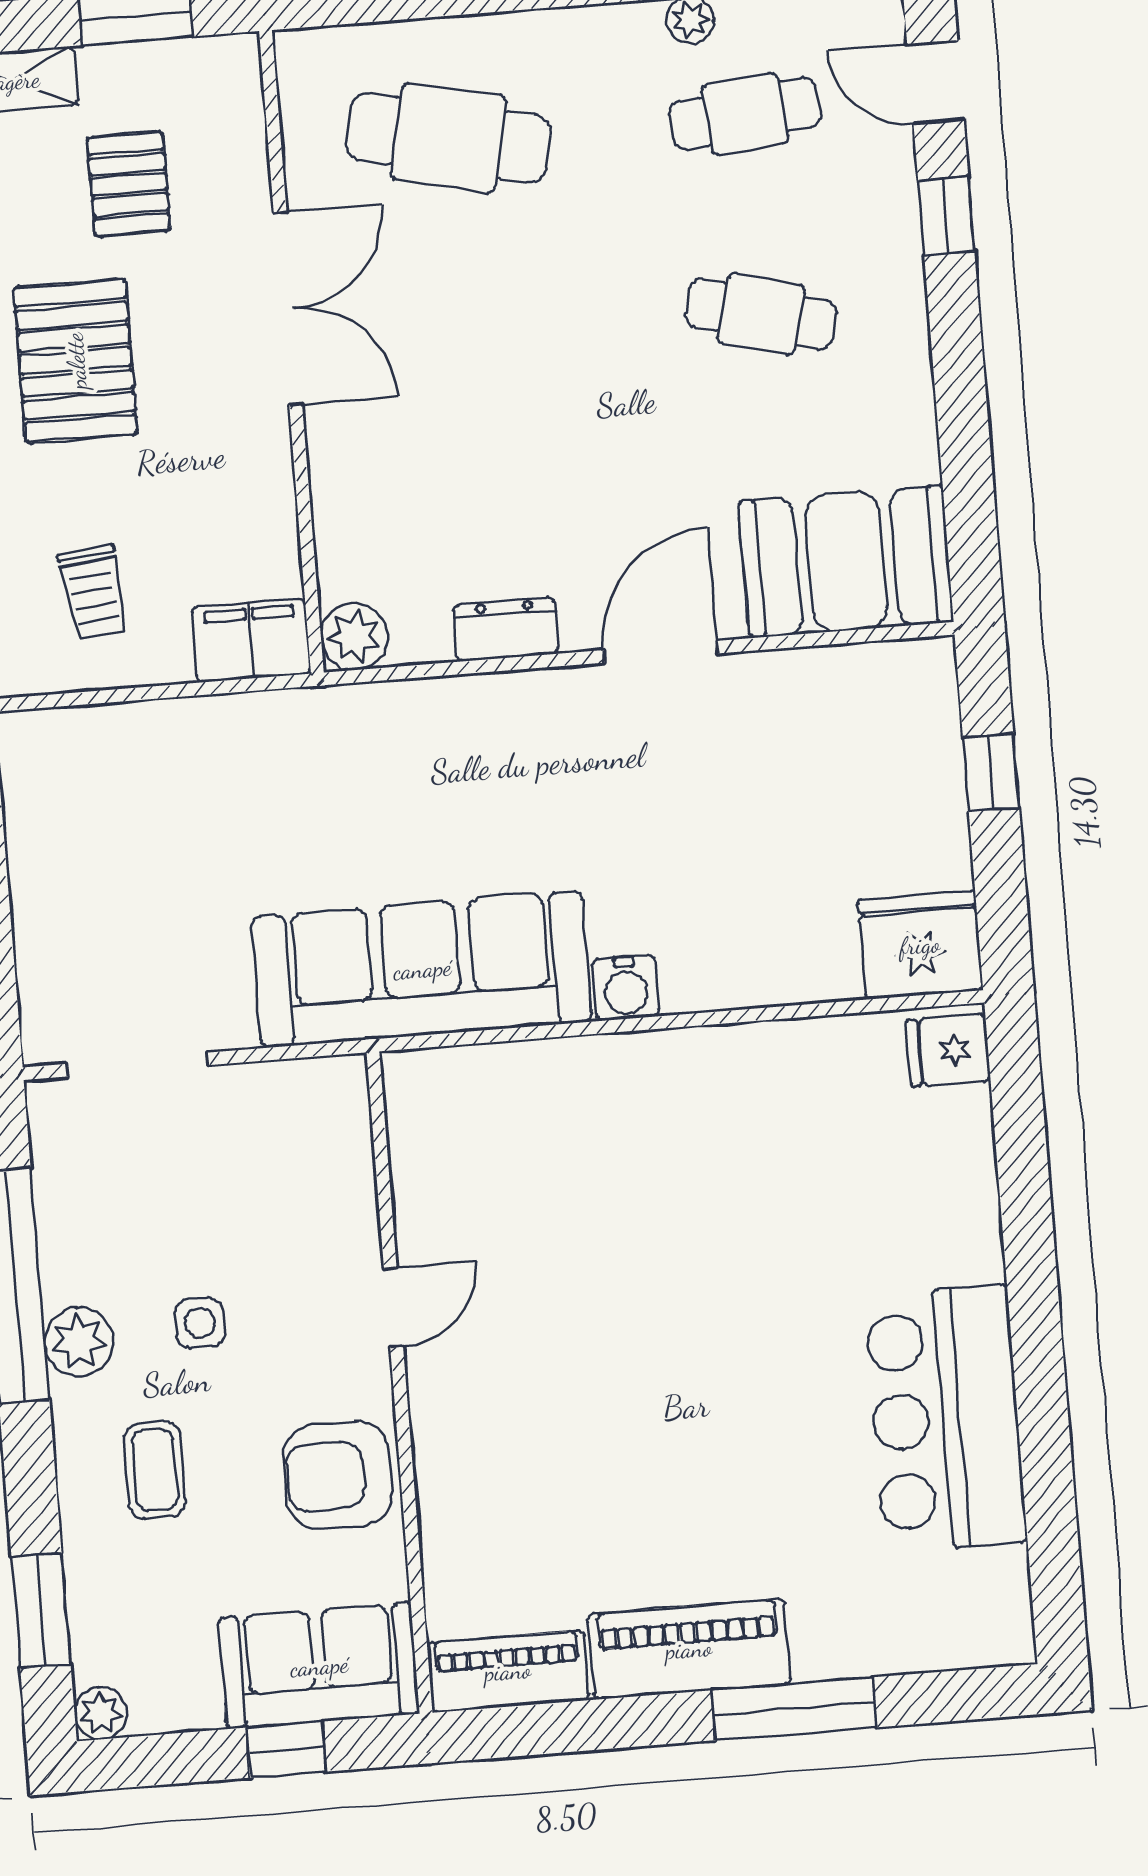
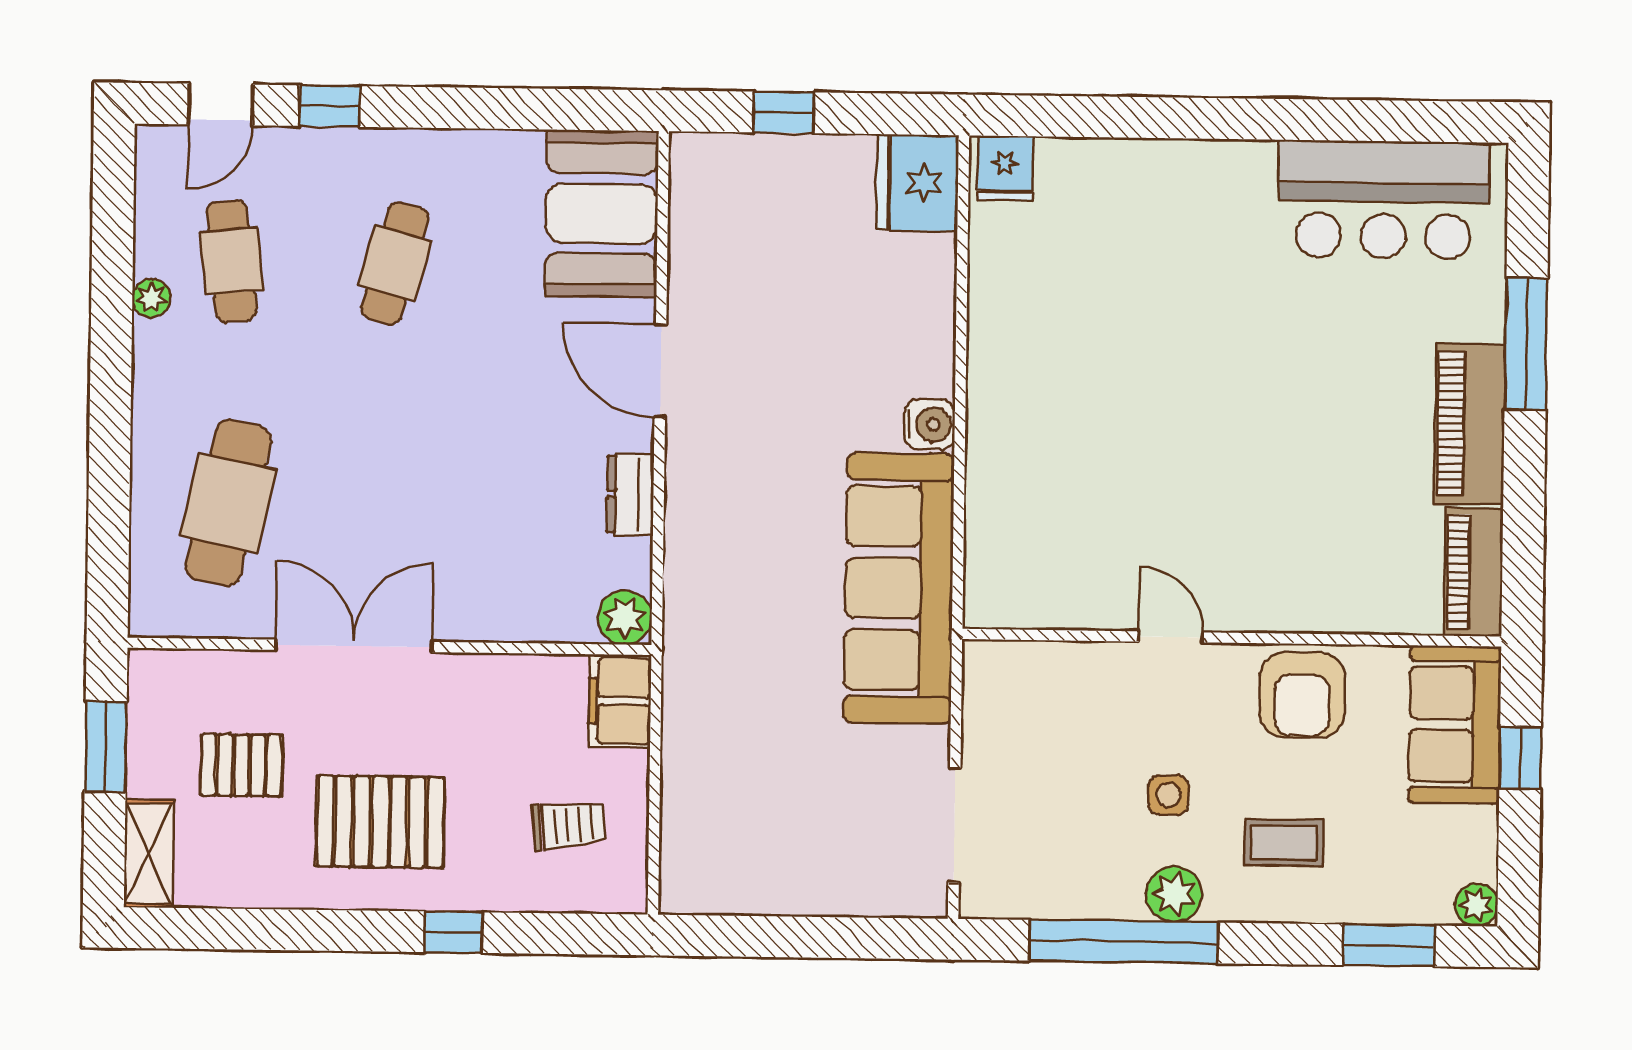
bar counter: (946, 1419) -> (1384, 200), moved

